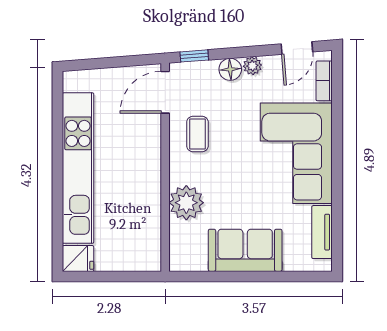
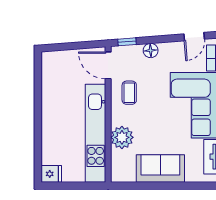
plant: (252, 66) -> (165, 48), removed
door: (165, 92) -> (108, 65), hinge flipped
kitchen unit: (78, 168) -> (96, 133), moved, turned 180

